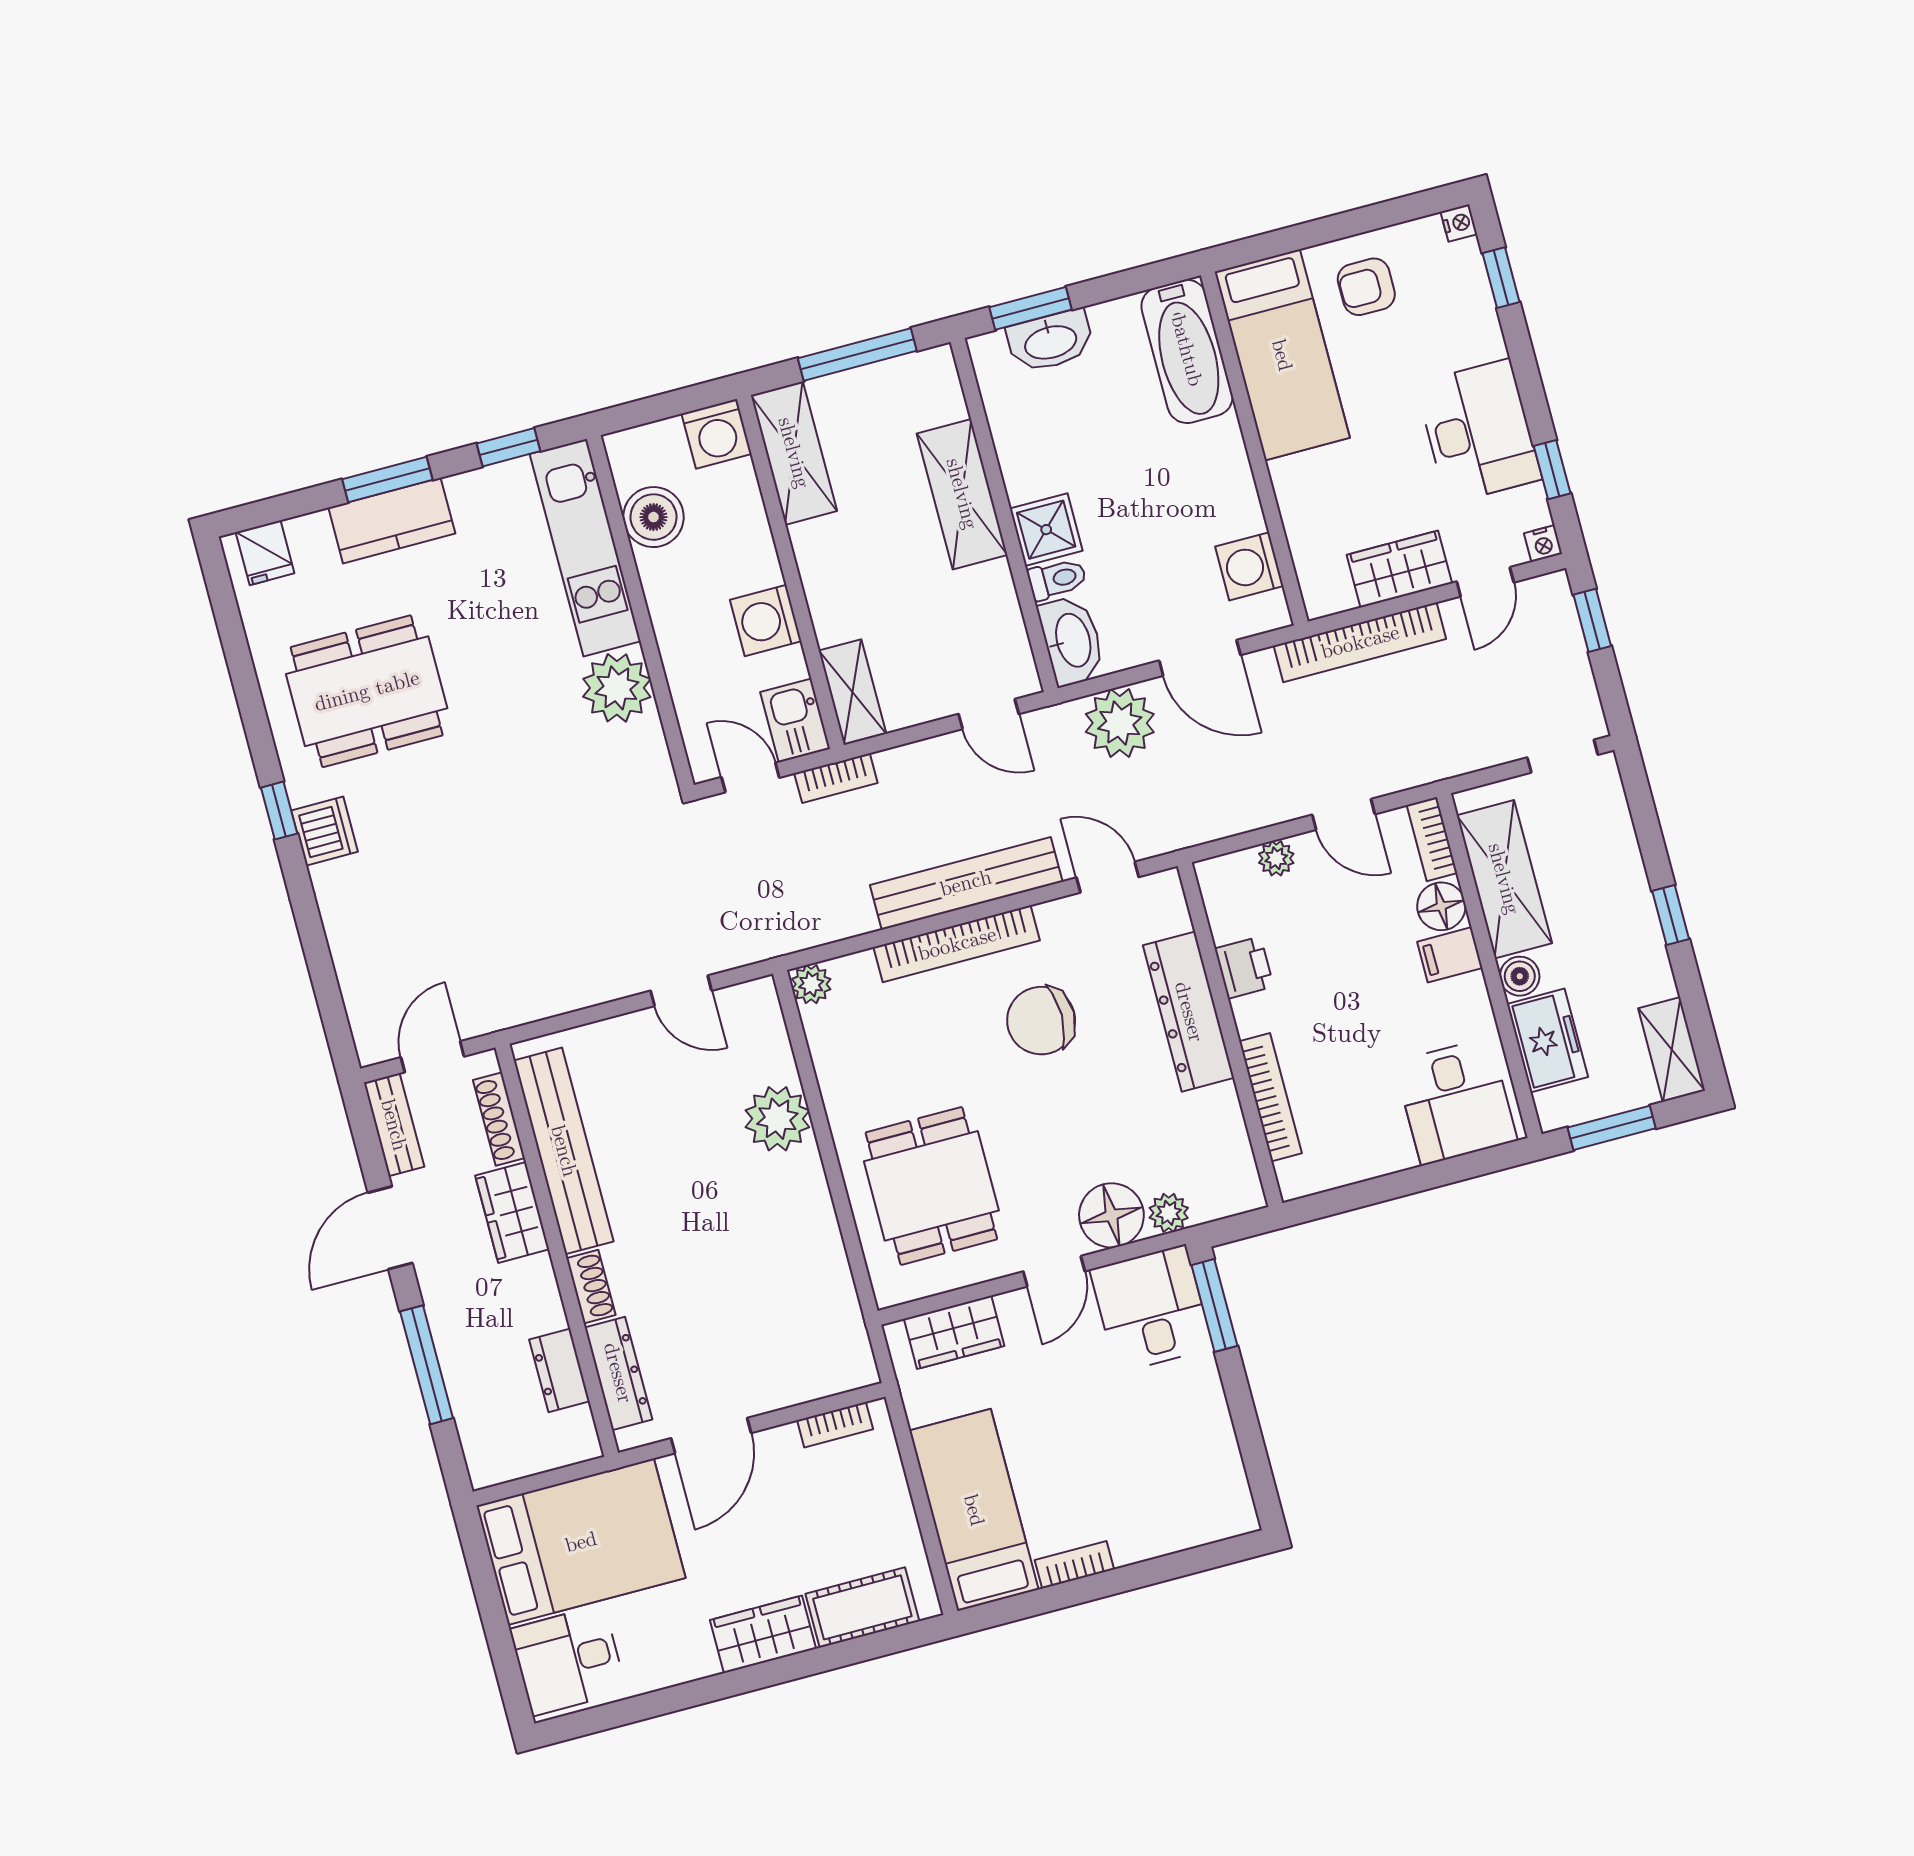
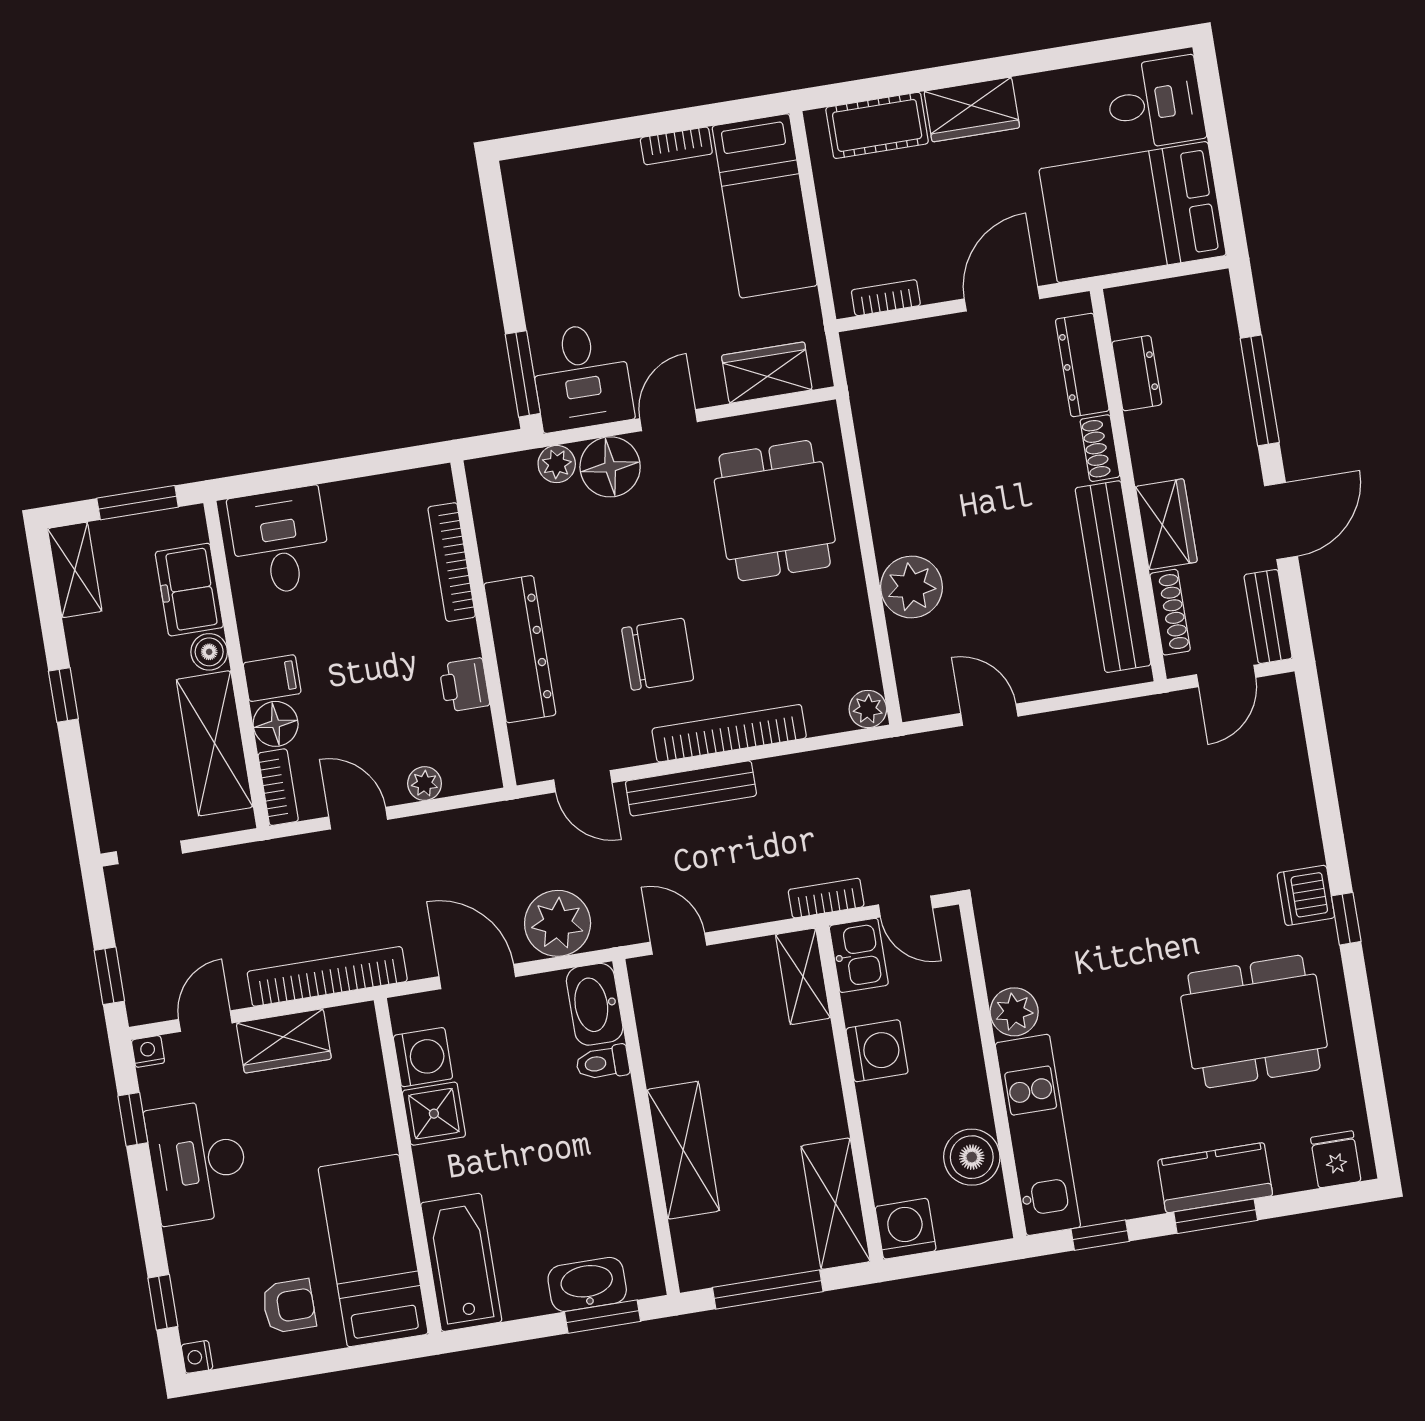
shower: (1046, 530) -> (434, 1114), moved
plant: (617, 688) -> (1014, 1012), width x0.73, depth x0.73
bench: (966, 883) -> (691, 788), width x0.73, depth x0.82

